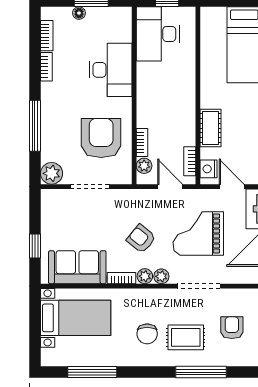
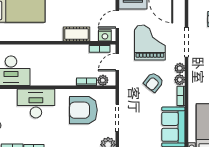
grand piano: (198, 233) -> (150, 43), turned 180

